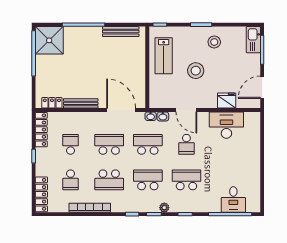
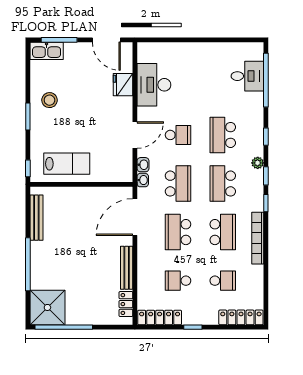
stool: (196, 71) -> (85, 123), removed
school desk: (148, 144) -> (178, 184), turned 180
bookcase: (90, 208) -> (258, 238), moved

